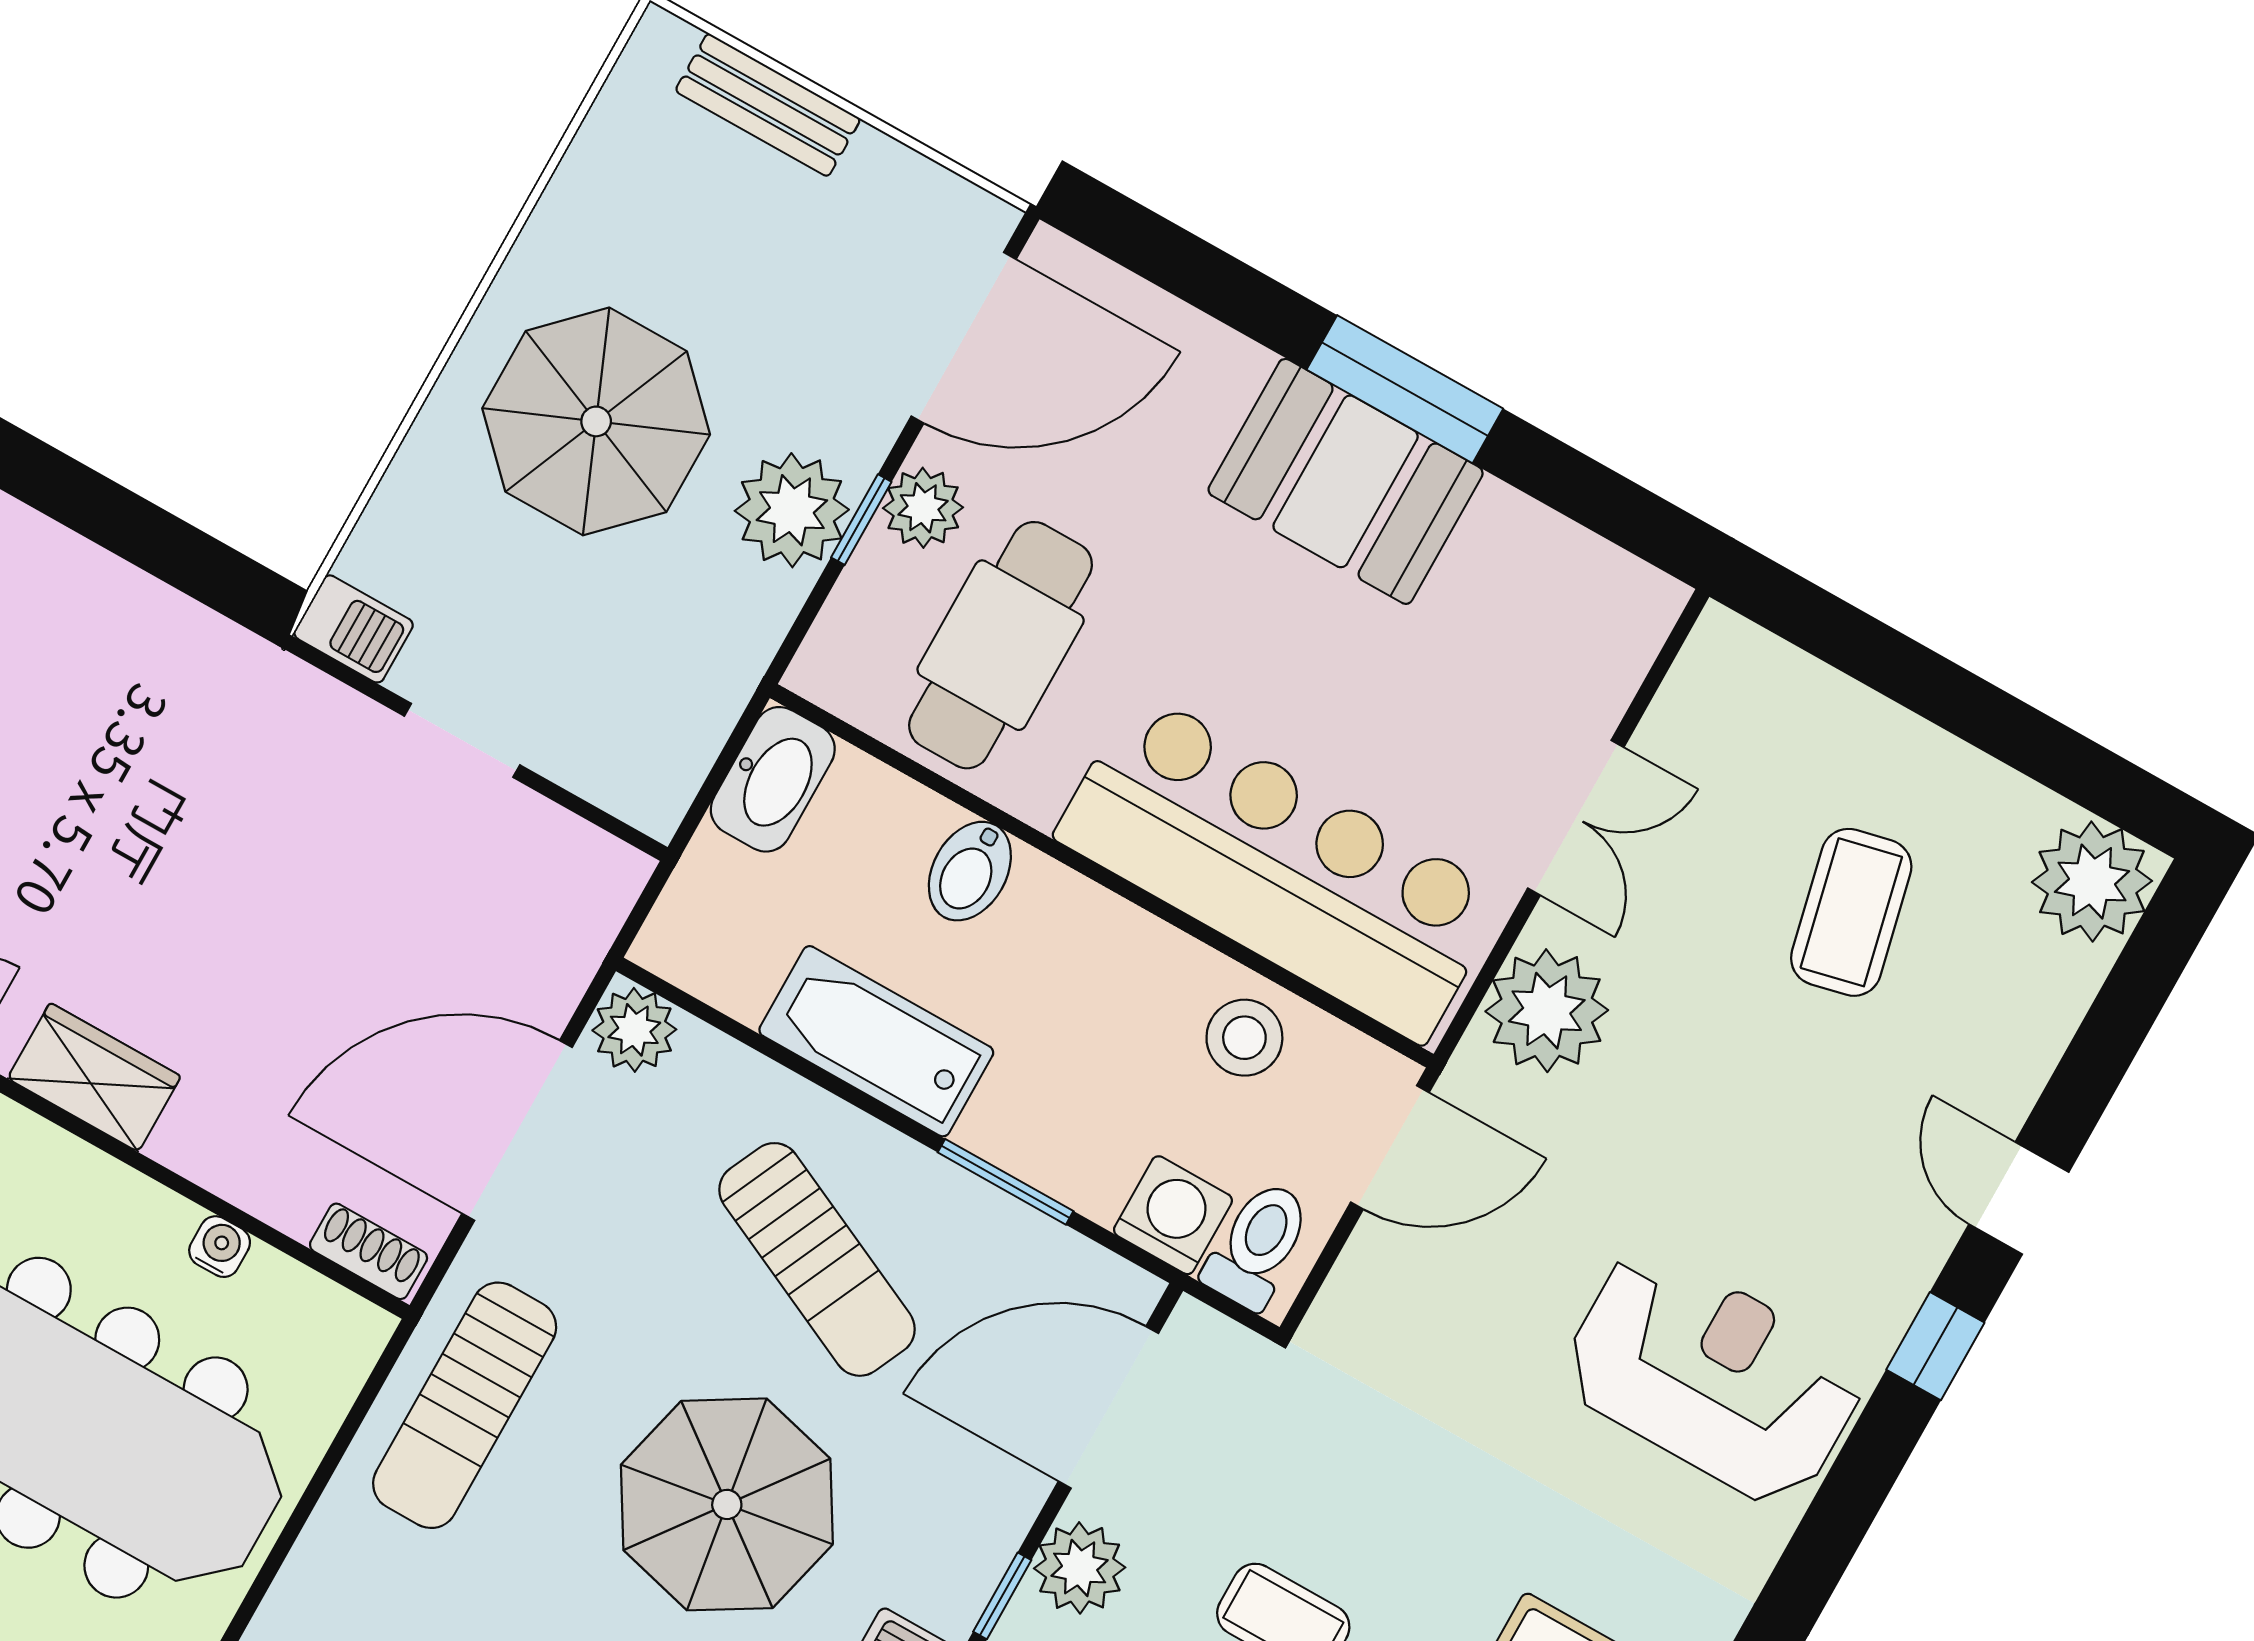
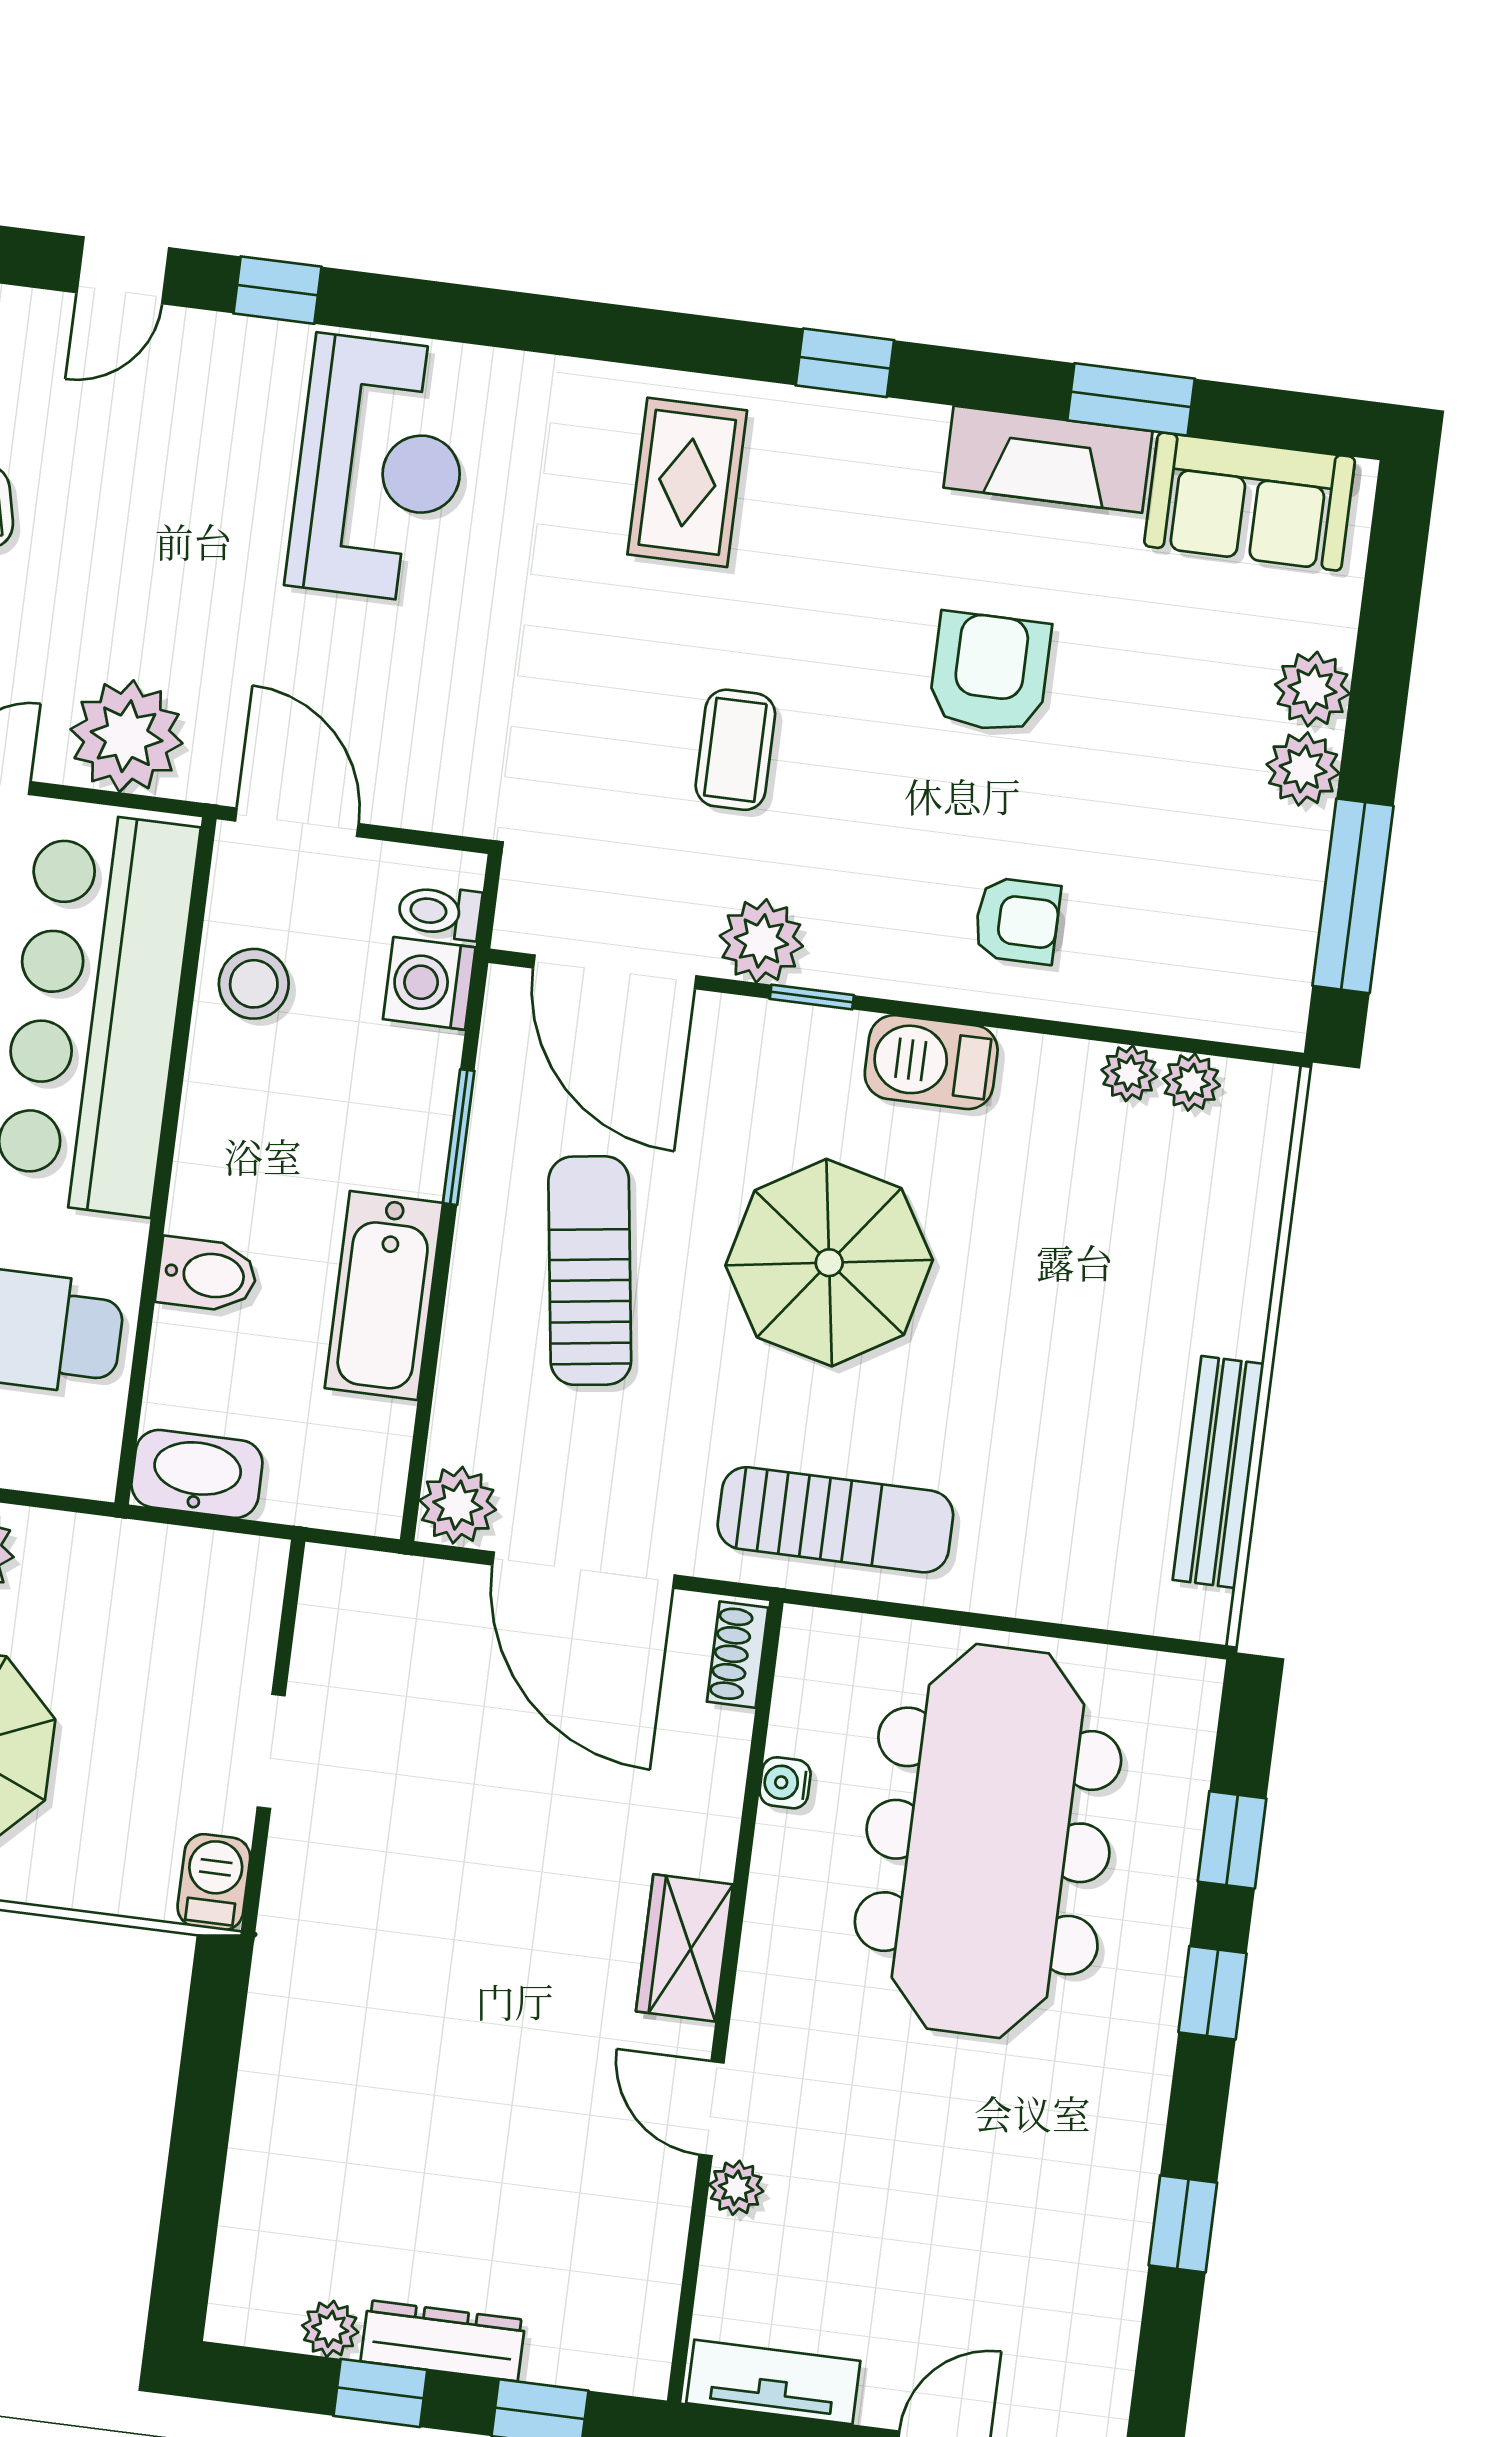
toilet: (1258, 1245) -> (440, 912), width x0.73, depth x0.72
sun lounger: (817, 1259) -> (590, 1271), turned -33
reception desk: (1713, 1376) -> (380, 469), turned 180

